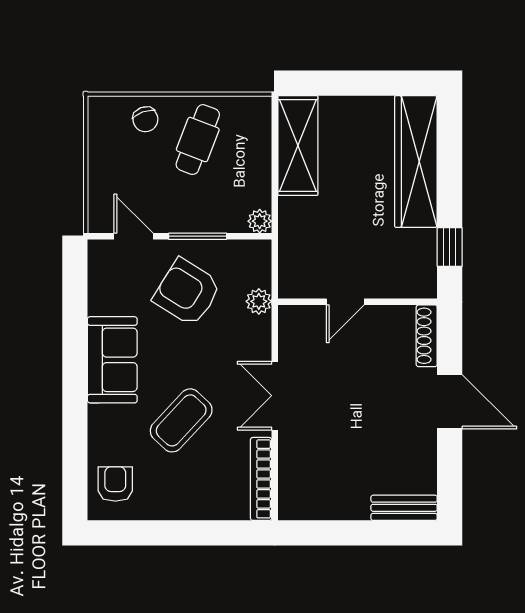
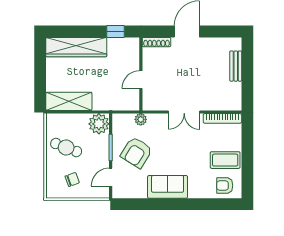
chair: (145, 119) -> (72, 179), moved
plant: (260, 221) -> (99, 124), width x1.87, depth x1.87
door: (345, 302) -> (141, 80), swing flipped
coffee table: (181, 420) -> (225, 160), moved, turned -43
bench: (404, 508) -> (236, 66), moved

